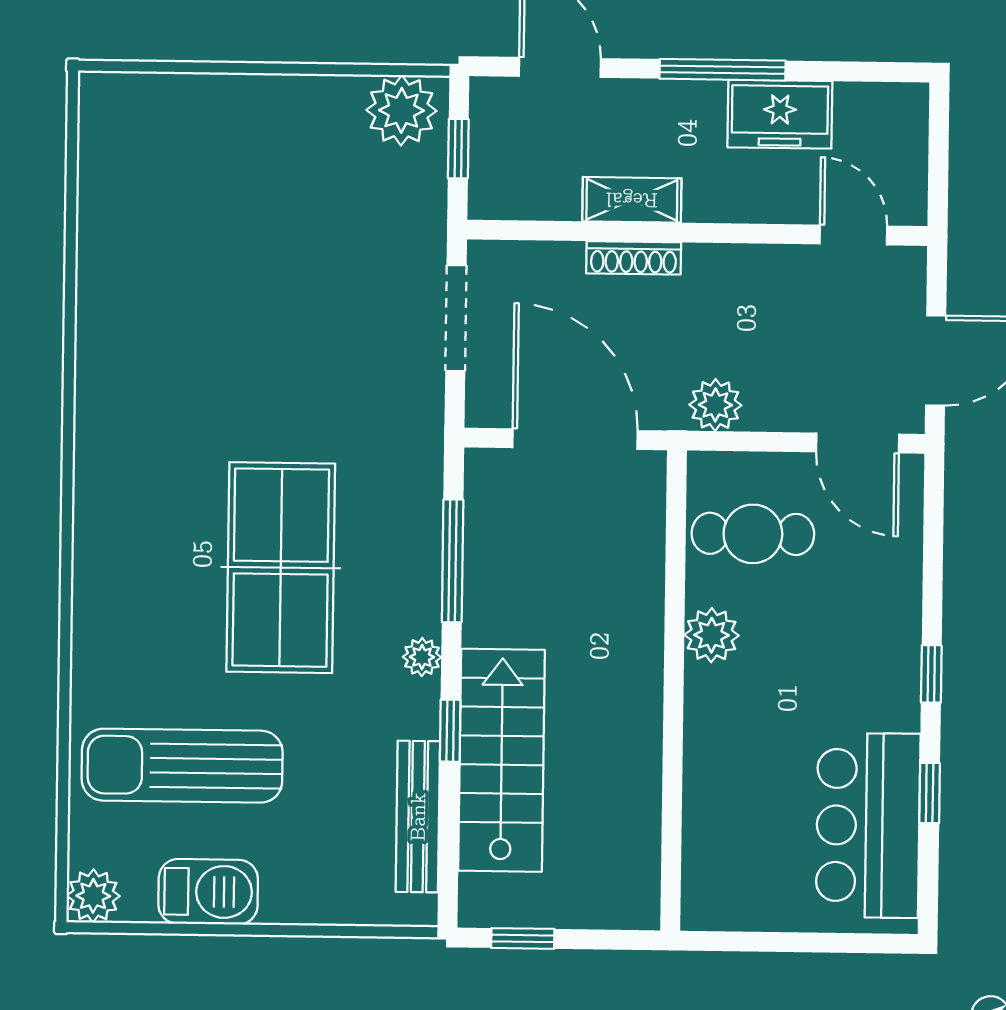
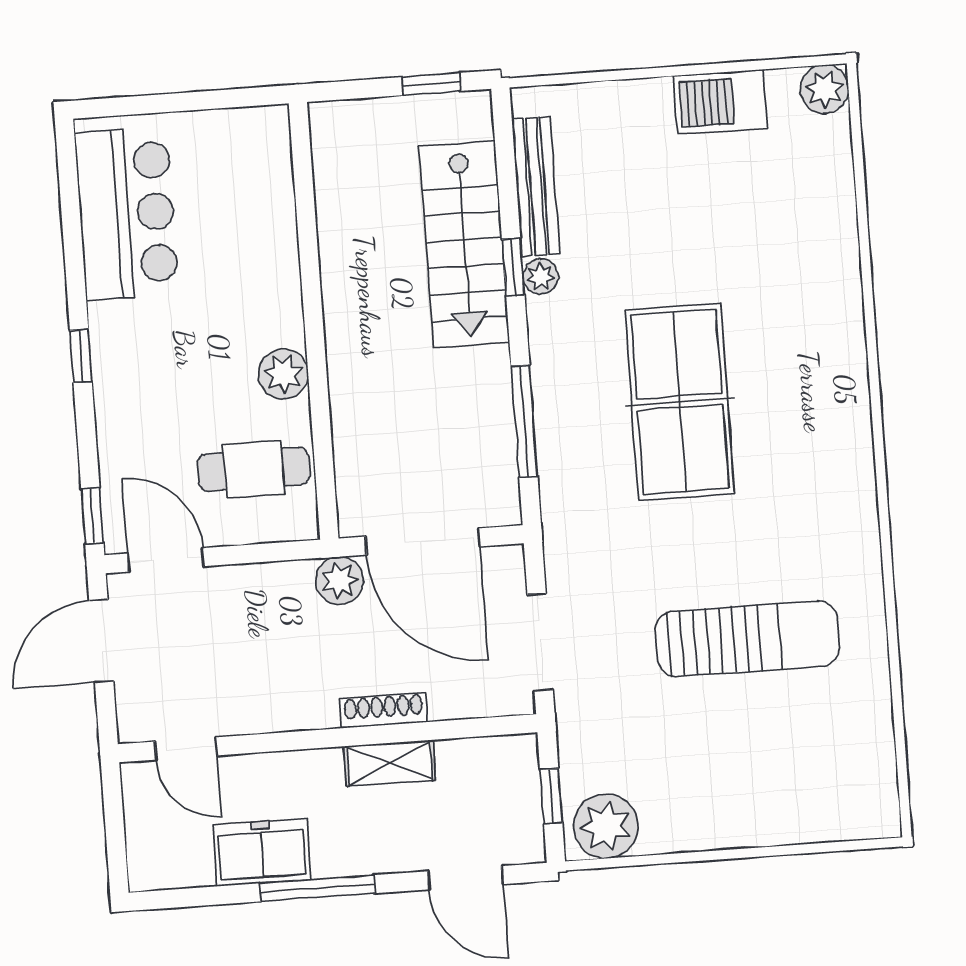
plant: (715, 405) -> (339, 580), moved
plant: (422, 657) -> (541, 277), moved
sun lounger: (182, 766) -> (747, 639), moved
window: (930, 793) -> (92, 516), moved

